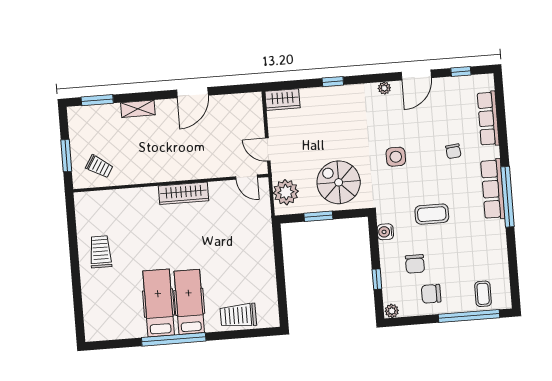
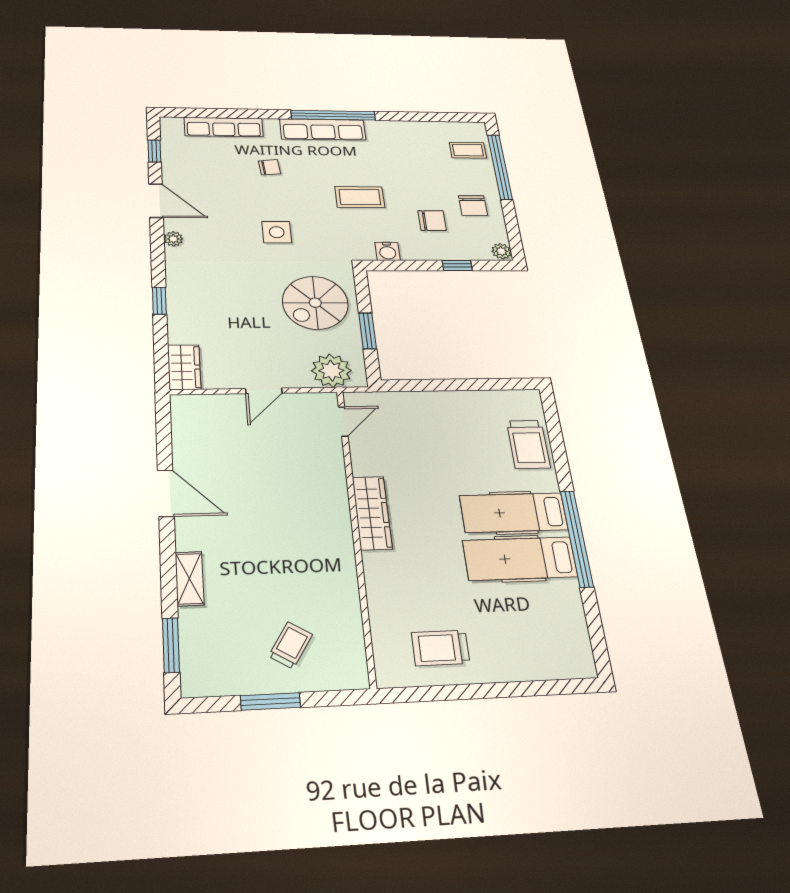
door: (247, 177) -> (343, 422), moved
wall: (171, 183) -> (356, 531), moved
wardrobe: (183, 193) -> (372, 513), moved
coffee table: (432, 214) -> (360, 197), turned 90

